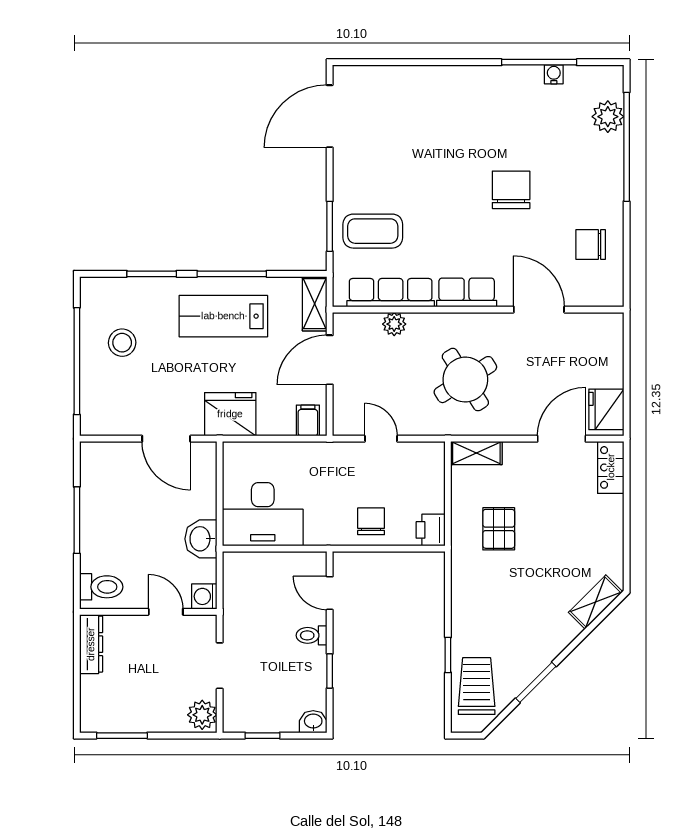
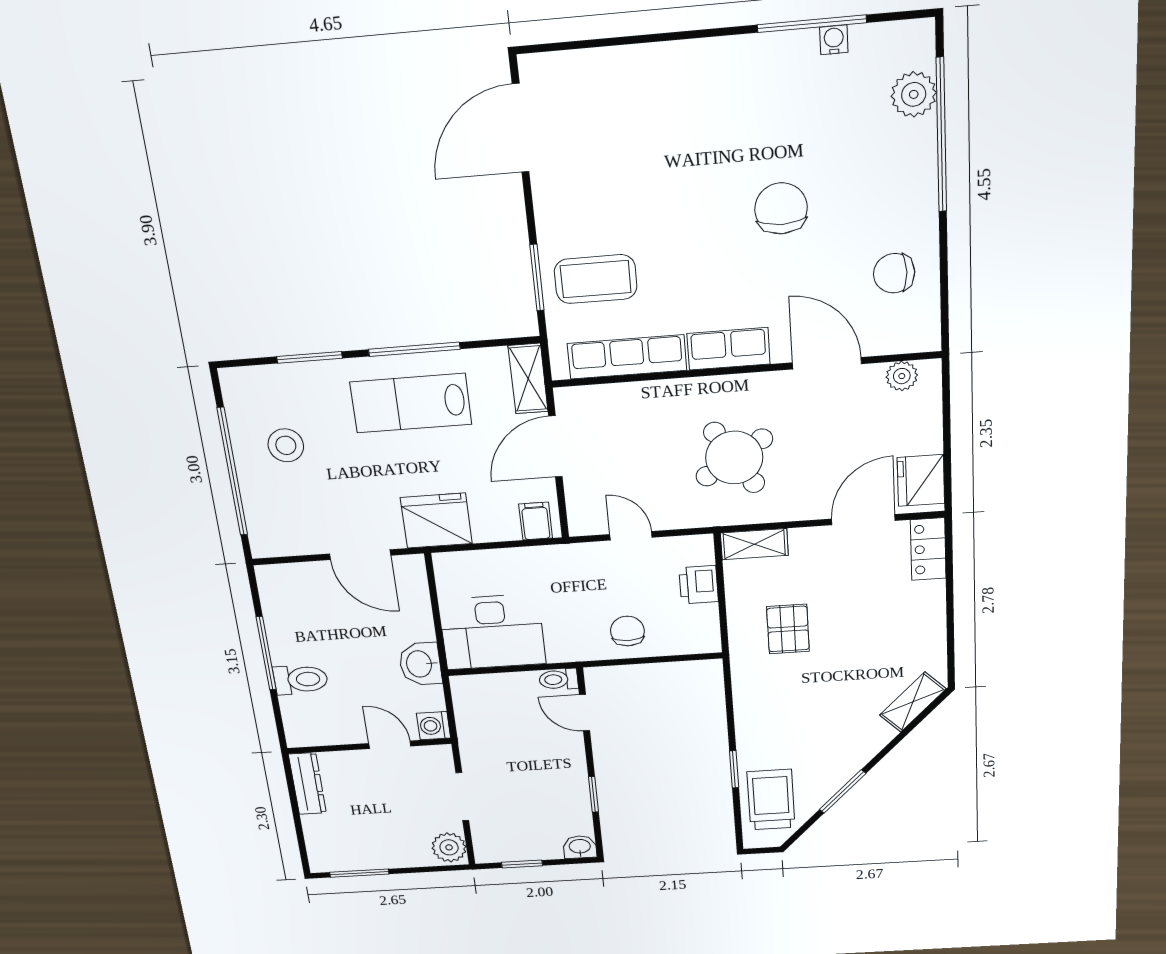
plant: (394, 324) -> (902, 376), moved
printer: (431, 530) -> (699, 585), moved
toilet: (101, 587) -> (301, 680), moved
toilet: (312, 635) -> (559, 679), moved

